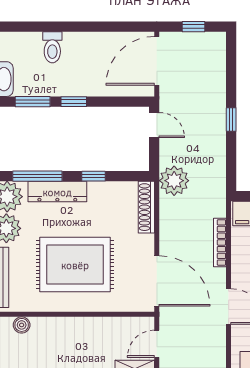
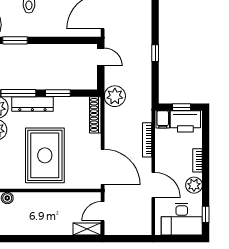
window: (74, 102) -> (44, 40), removed
window: (93, 176) -> (58, 93), width x1.50
rug: (75, 265) -> (45, 155), turned 90

